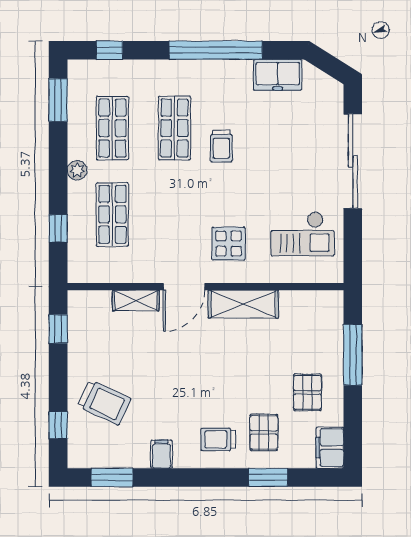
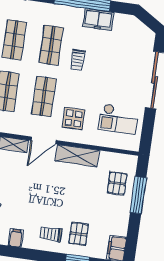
freezer: (278, 75) -> (98, 20), moved
shop shelf: (174, 214) -> (44, 97), added
pallet: (307, 392) -> (117, 183), moved

